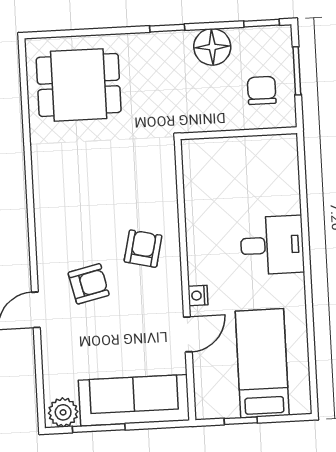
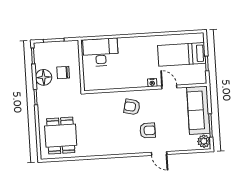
chair: (262, 90) -> (63, 73), moved
desk: (272, 245) -> (101, 52), moved, width x1.37
armchair: (89, 284) -> (148, 130), turned 103

